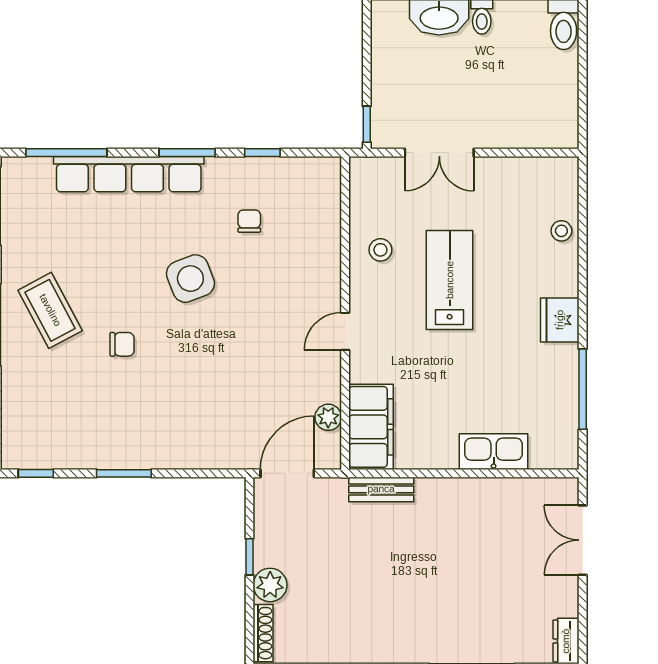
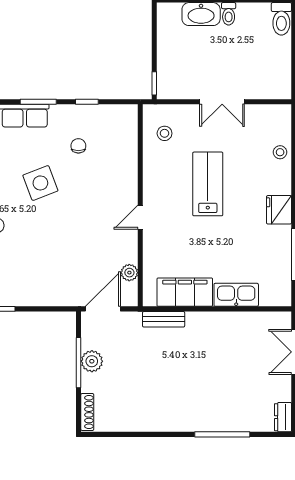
double door: (439, 153) -> (222, 102), moved
stool: (380, 250) -> (165, 133), moved
filing cabinet: (371, 427) -> (185, 292), moved, turned -90
window: (250, 557) -> (79, 363), width x2.17
plant: (270, 585) -> (92, 361), moved

